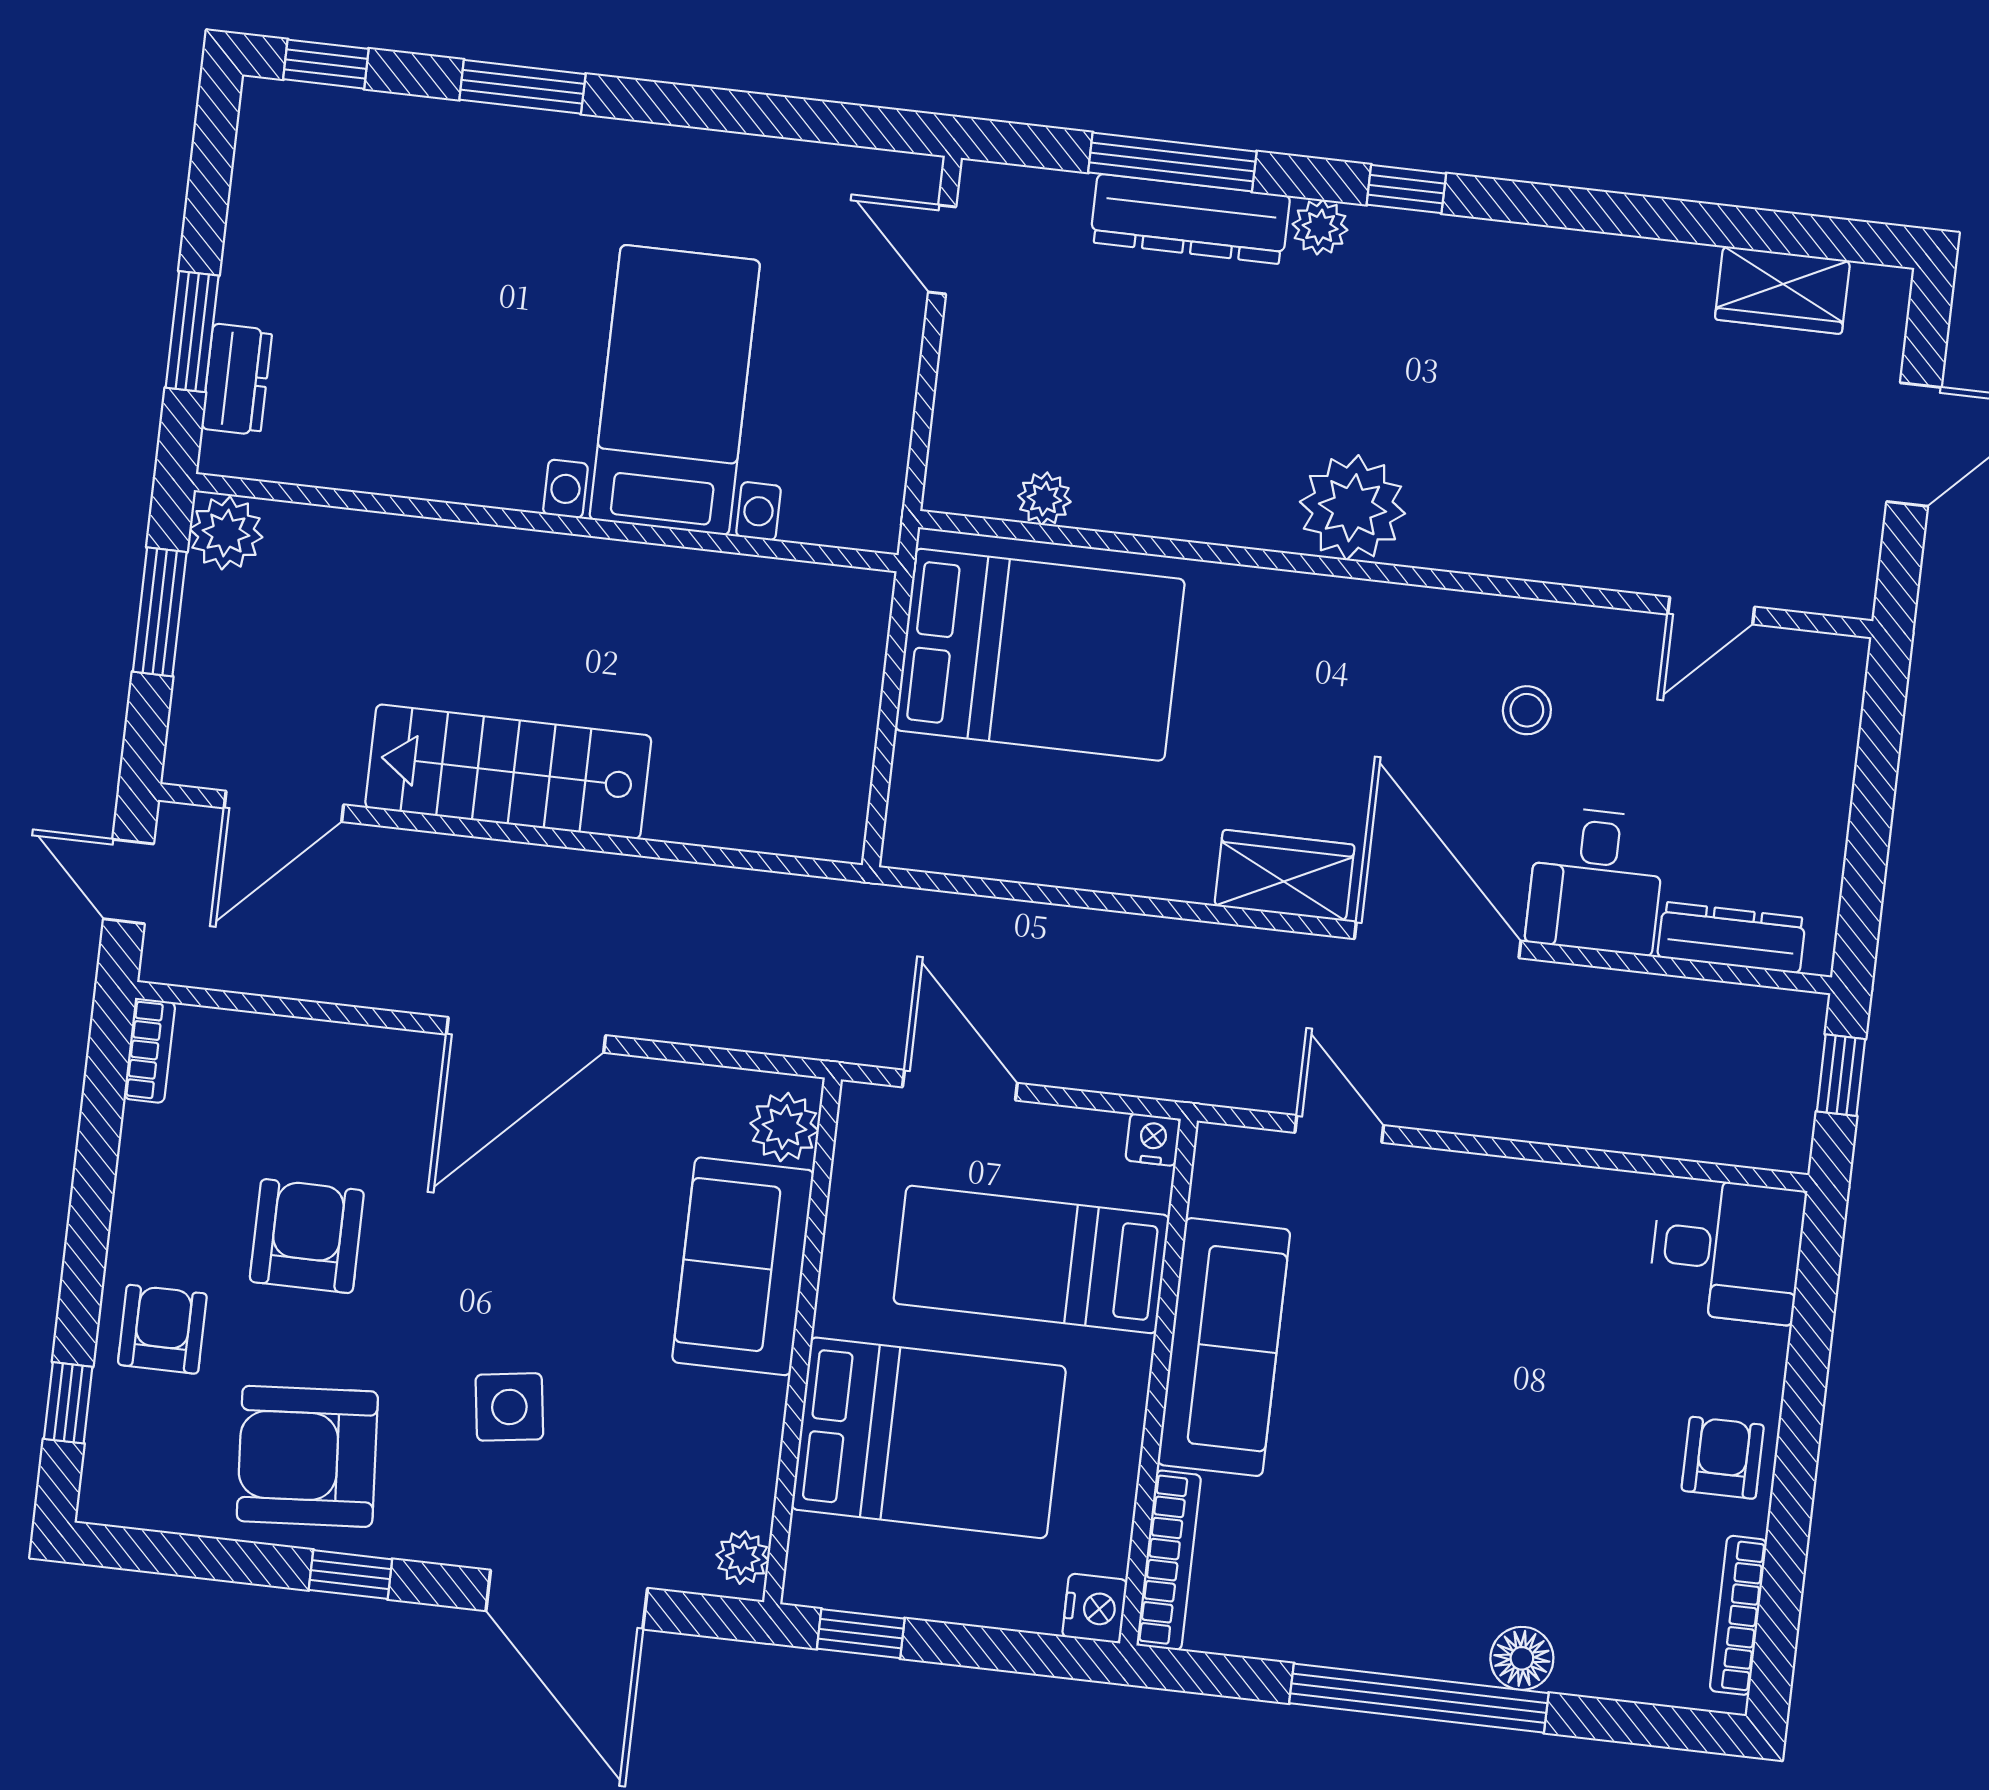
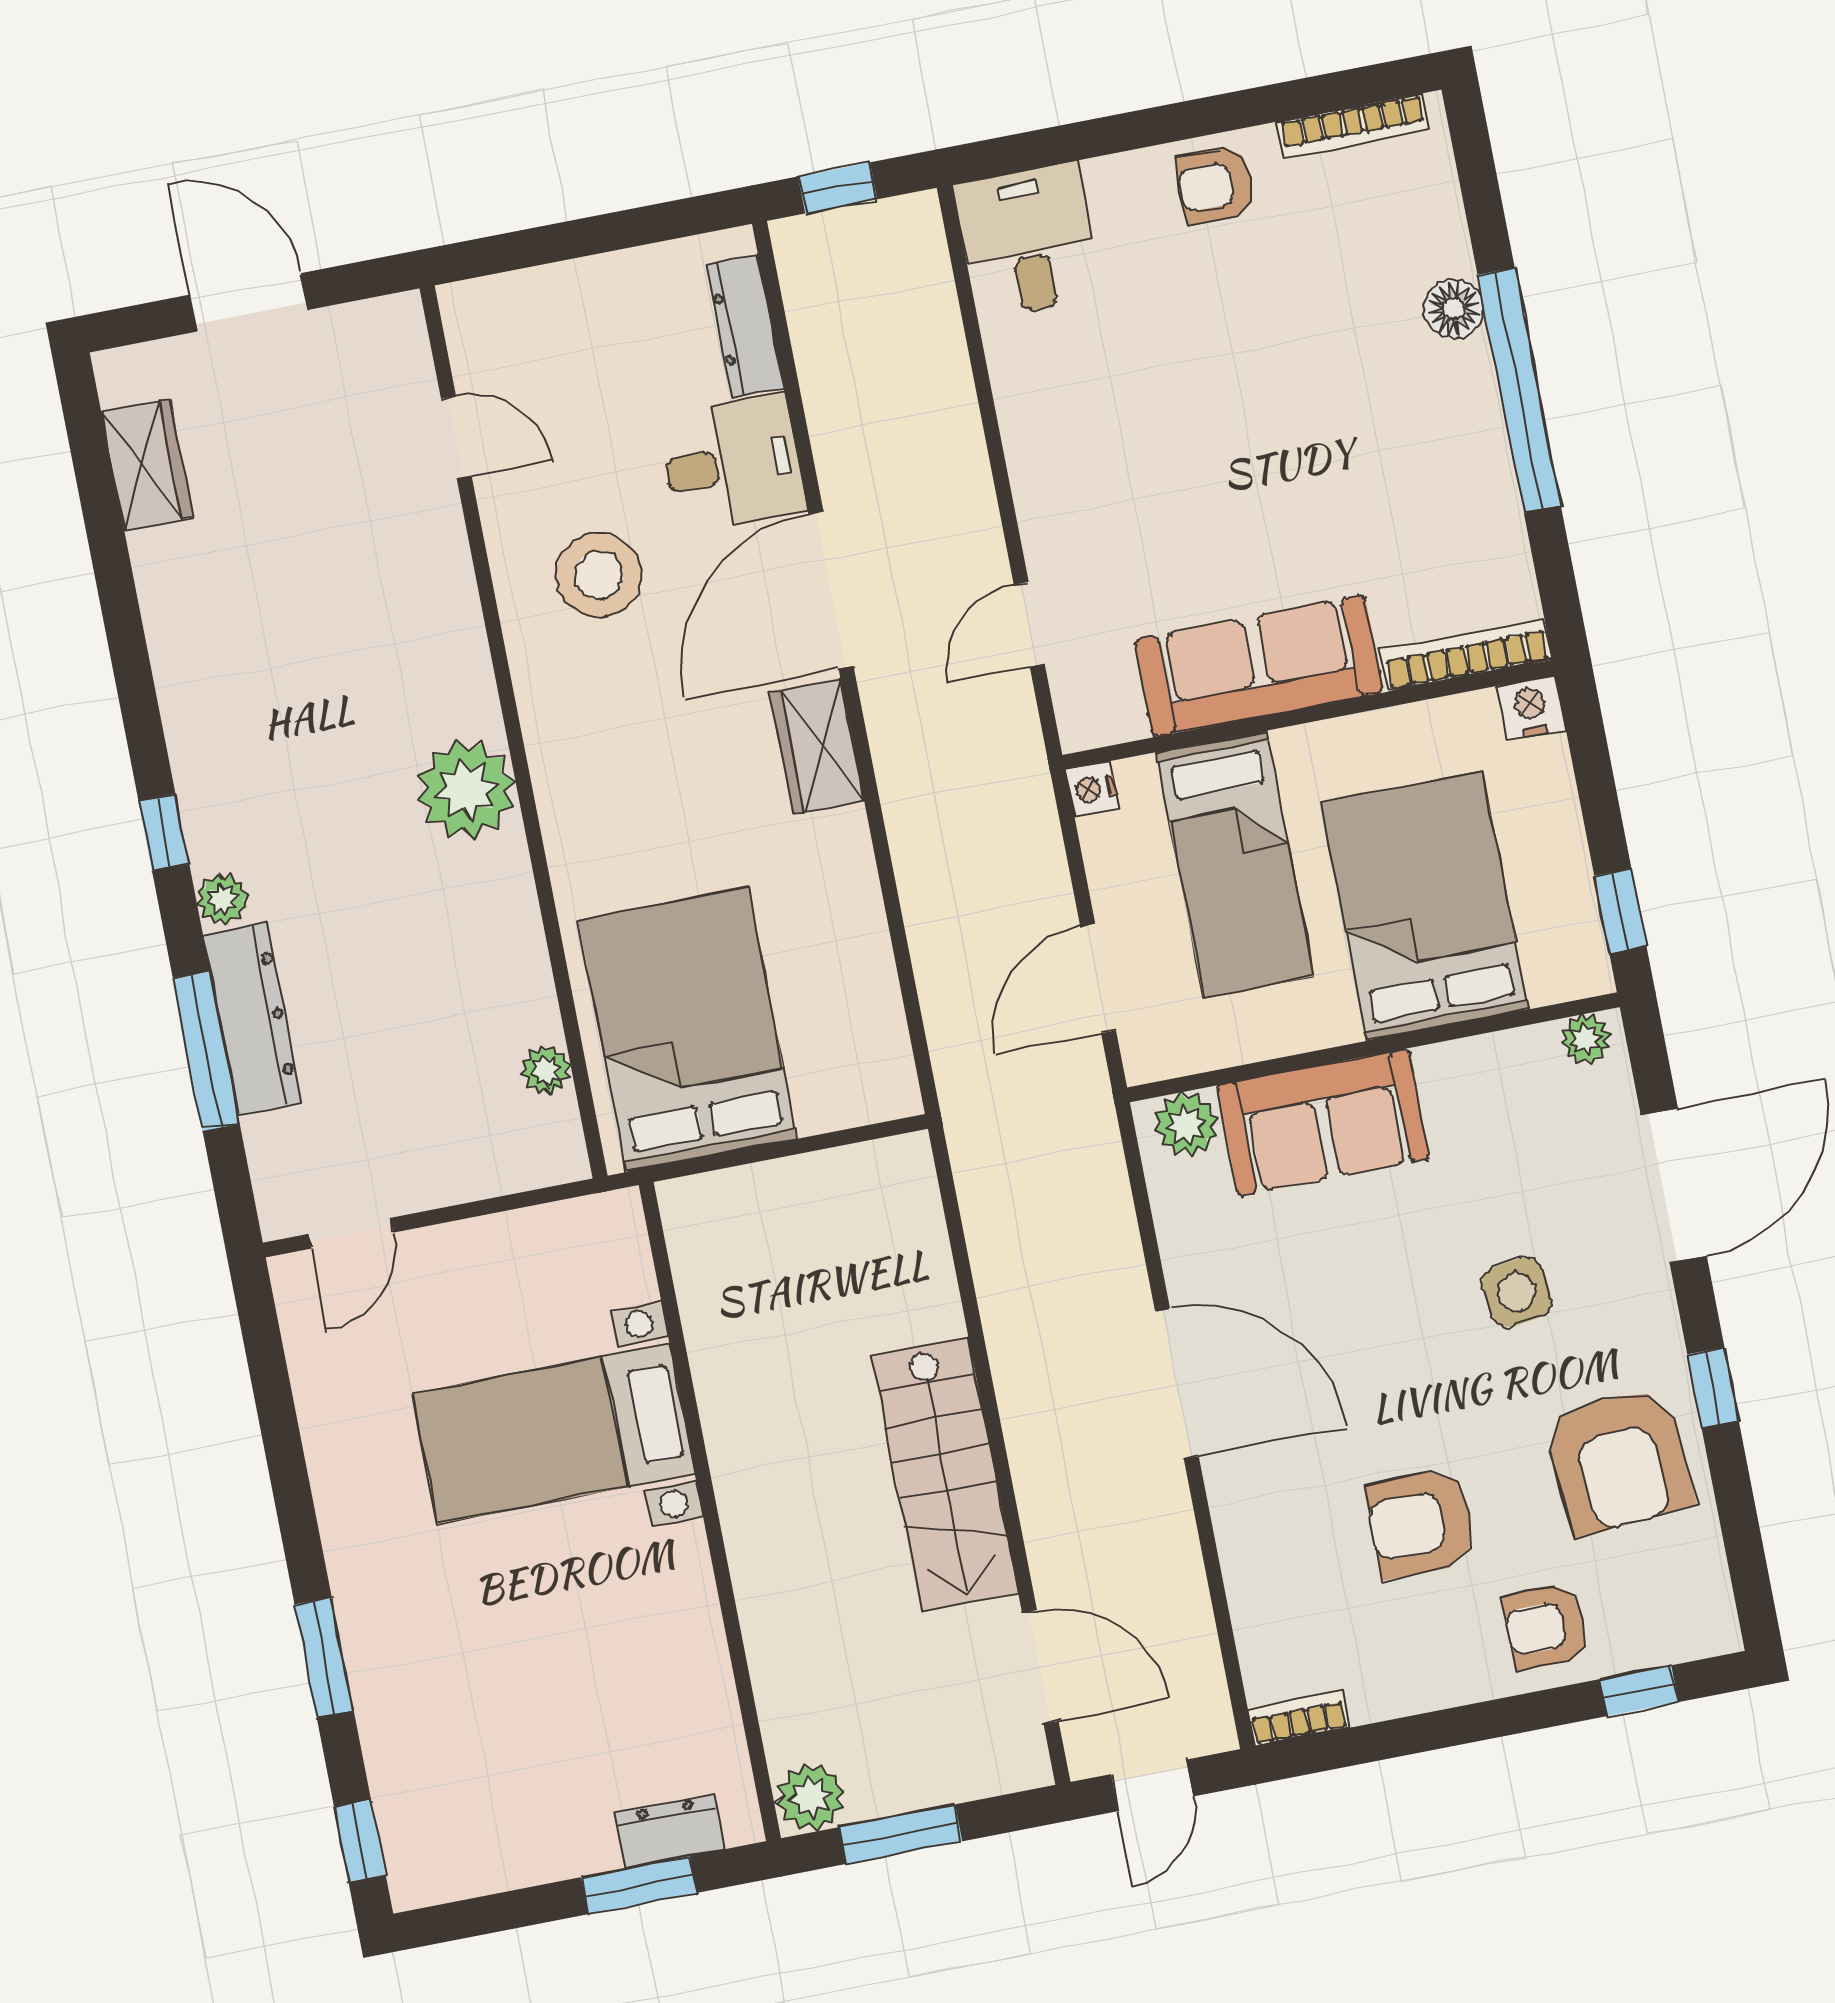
stool: (1527, 710) -> (599, 575), width x1.89, depth x1.89

